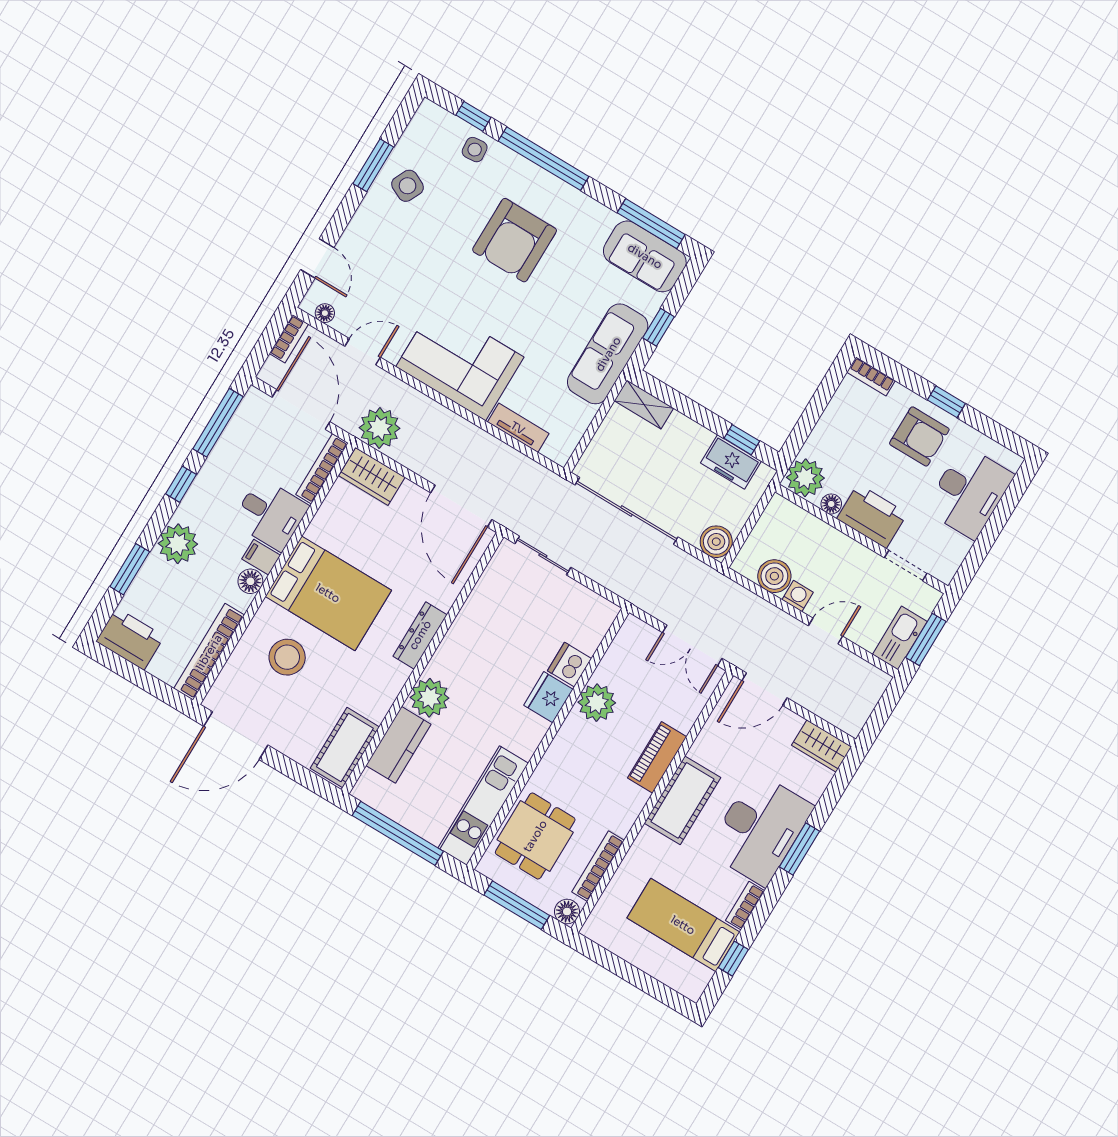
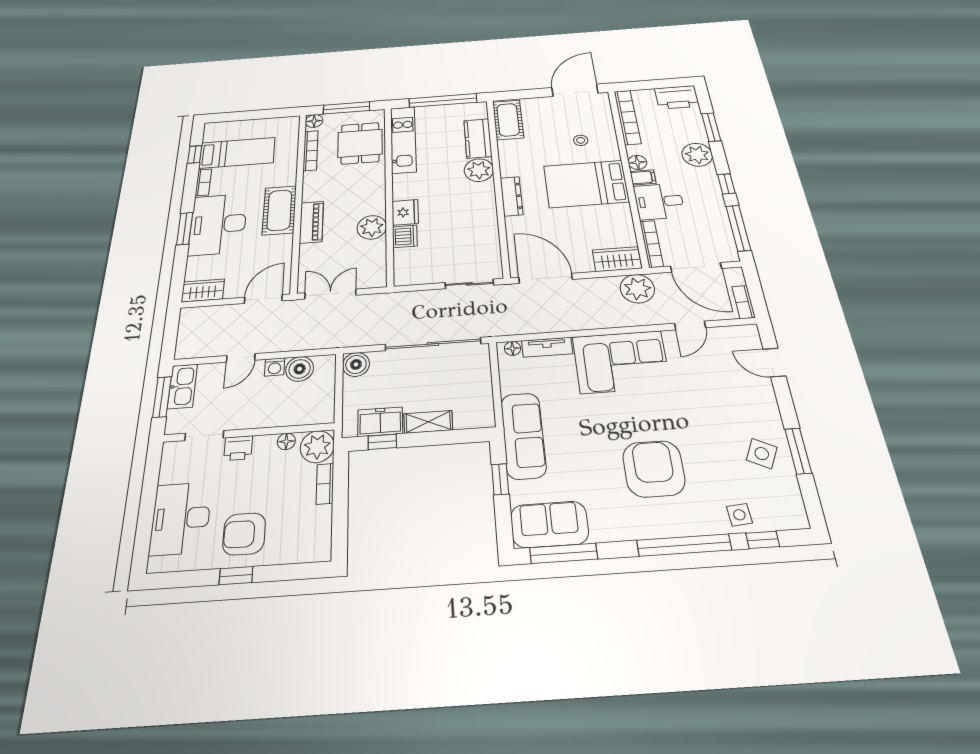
floor lamp: (325, 313) -> (512, 348), moved
bookcase: (871, 376) -> (325, 484), moved, turned -90
shelving: (644, 404) -> (428, 422), moved
printer: (872, 516) -> (238, 448), width x0.53, depth x0.68
stool: (287, 657) -> (581, 140), width x0.53, depth x0.53

